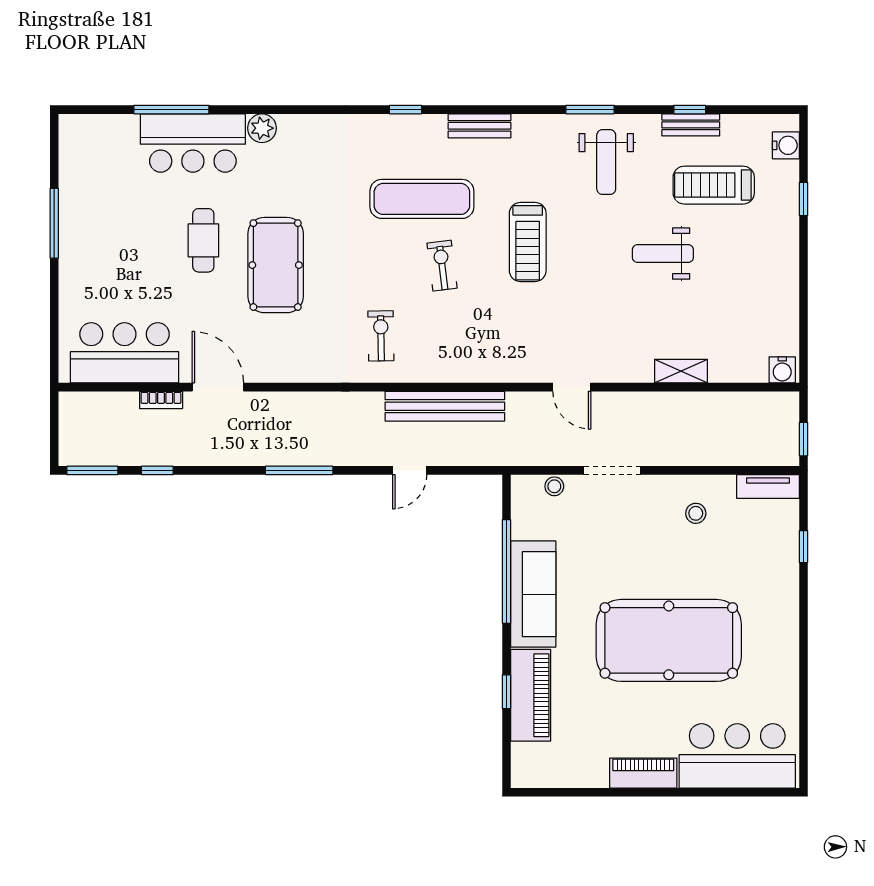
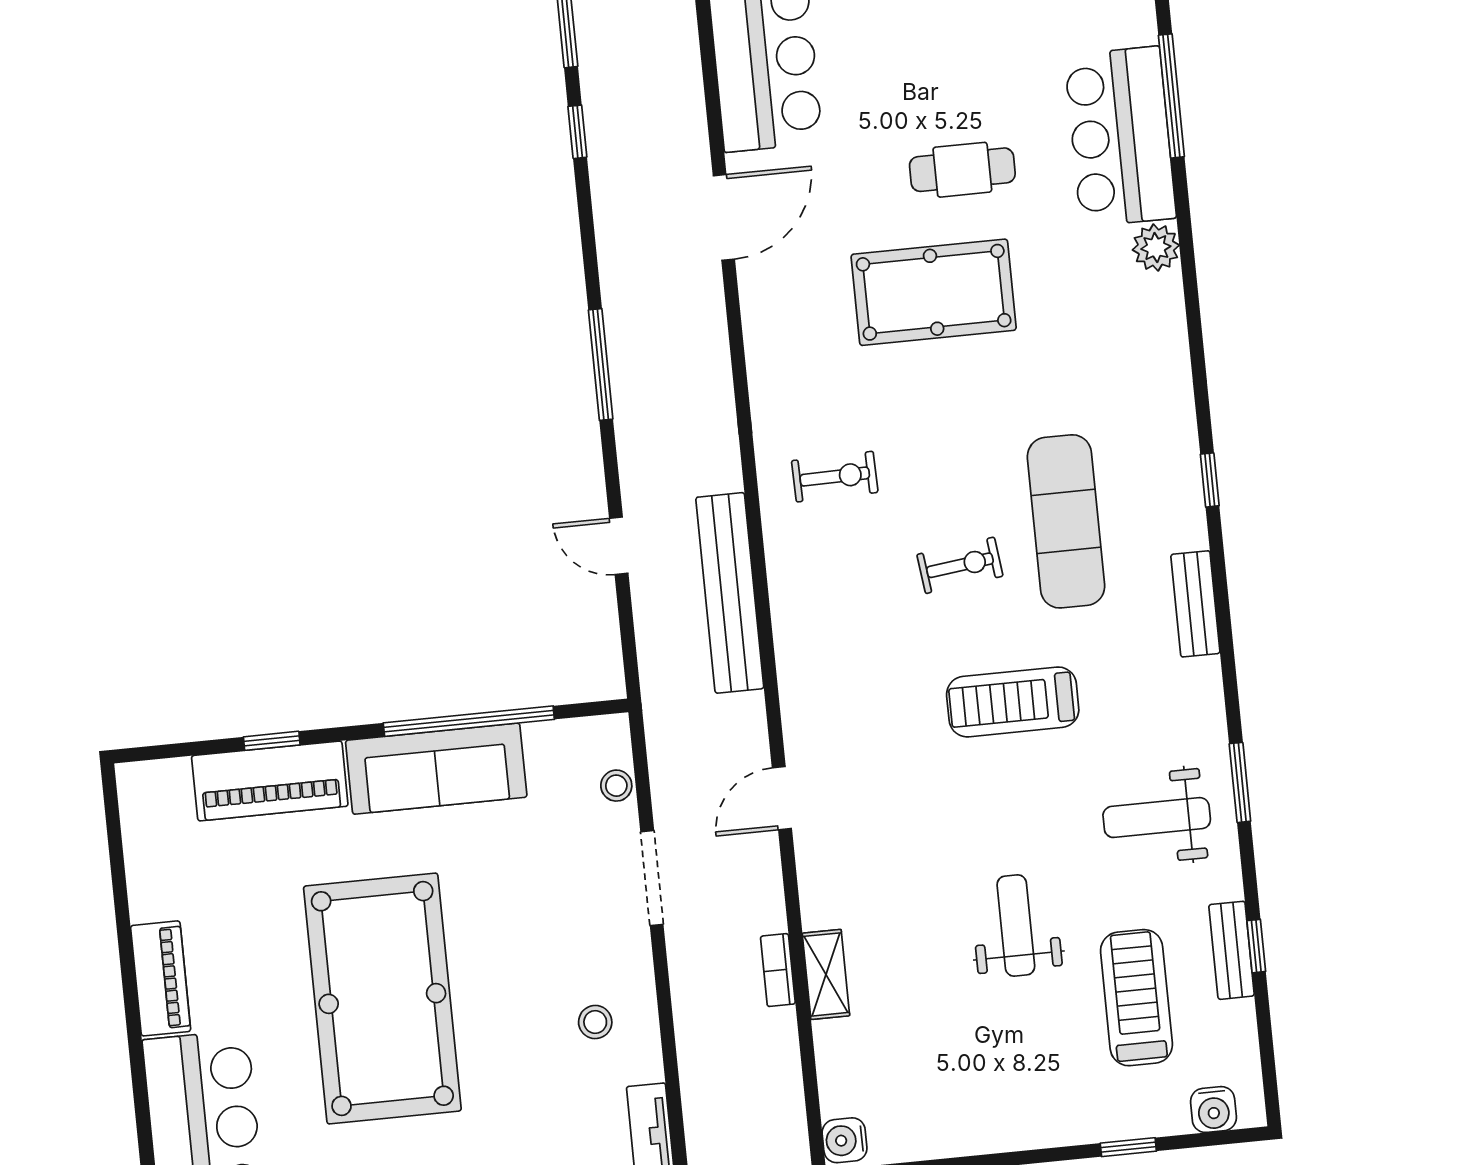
bookcase: (161, 400) -> (778, 970), moved

